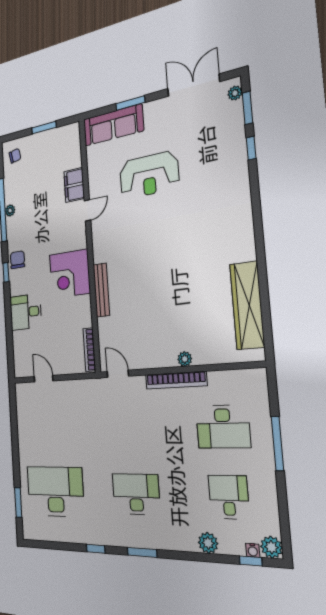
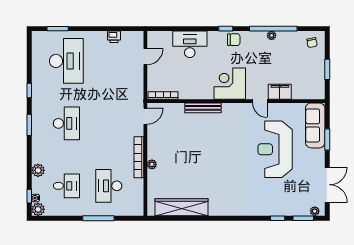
reception desk: (149, 175) -> (275, 149), width x1.36, depth x1.30
corner desk: (70, 274) -> (230, 84), moved
desk: (26, 312) -> (190, 44), width x1.37
printer: (23, 423) -> (114, 37), added

